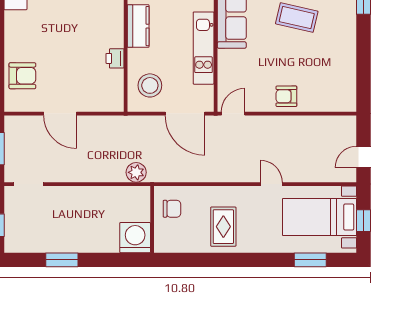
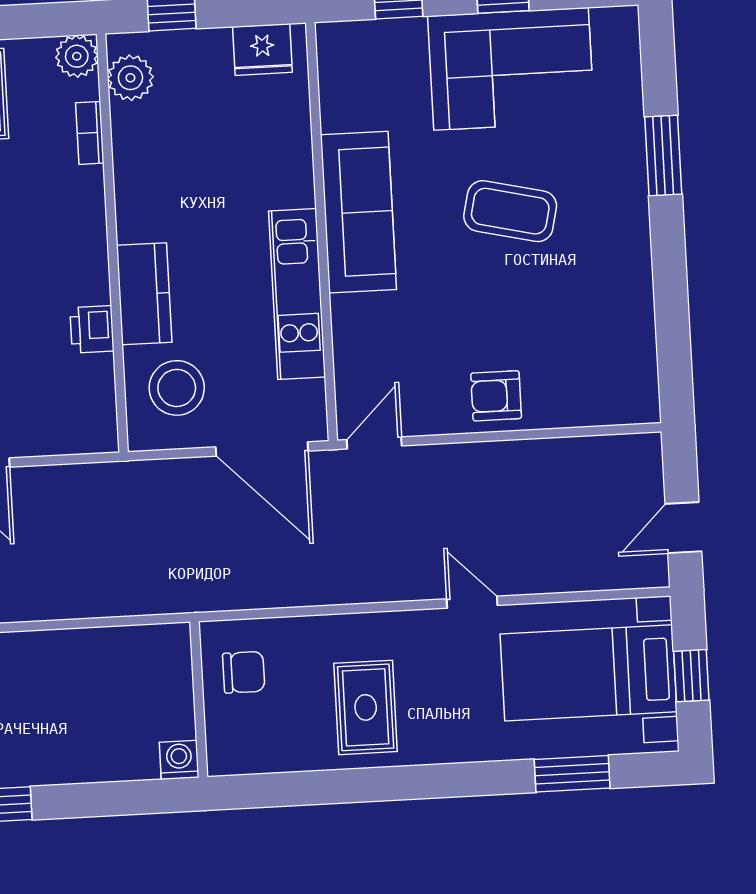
kitchen counter: (138, 26) -> (144, 294), moved
plant: (136, 172) -> (156, 592), removed
washing machine: (135, 238) -> (179, 760), width x0.53, depth x0.53

